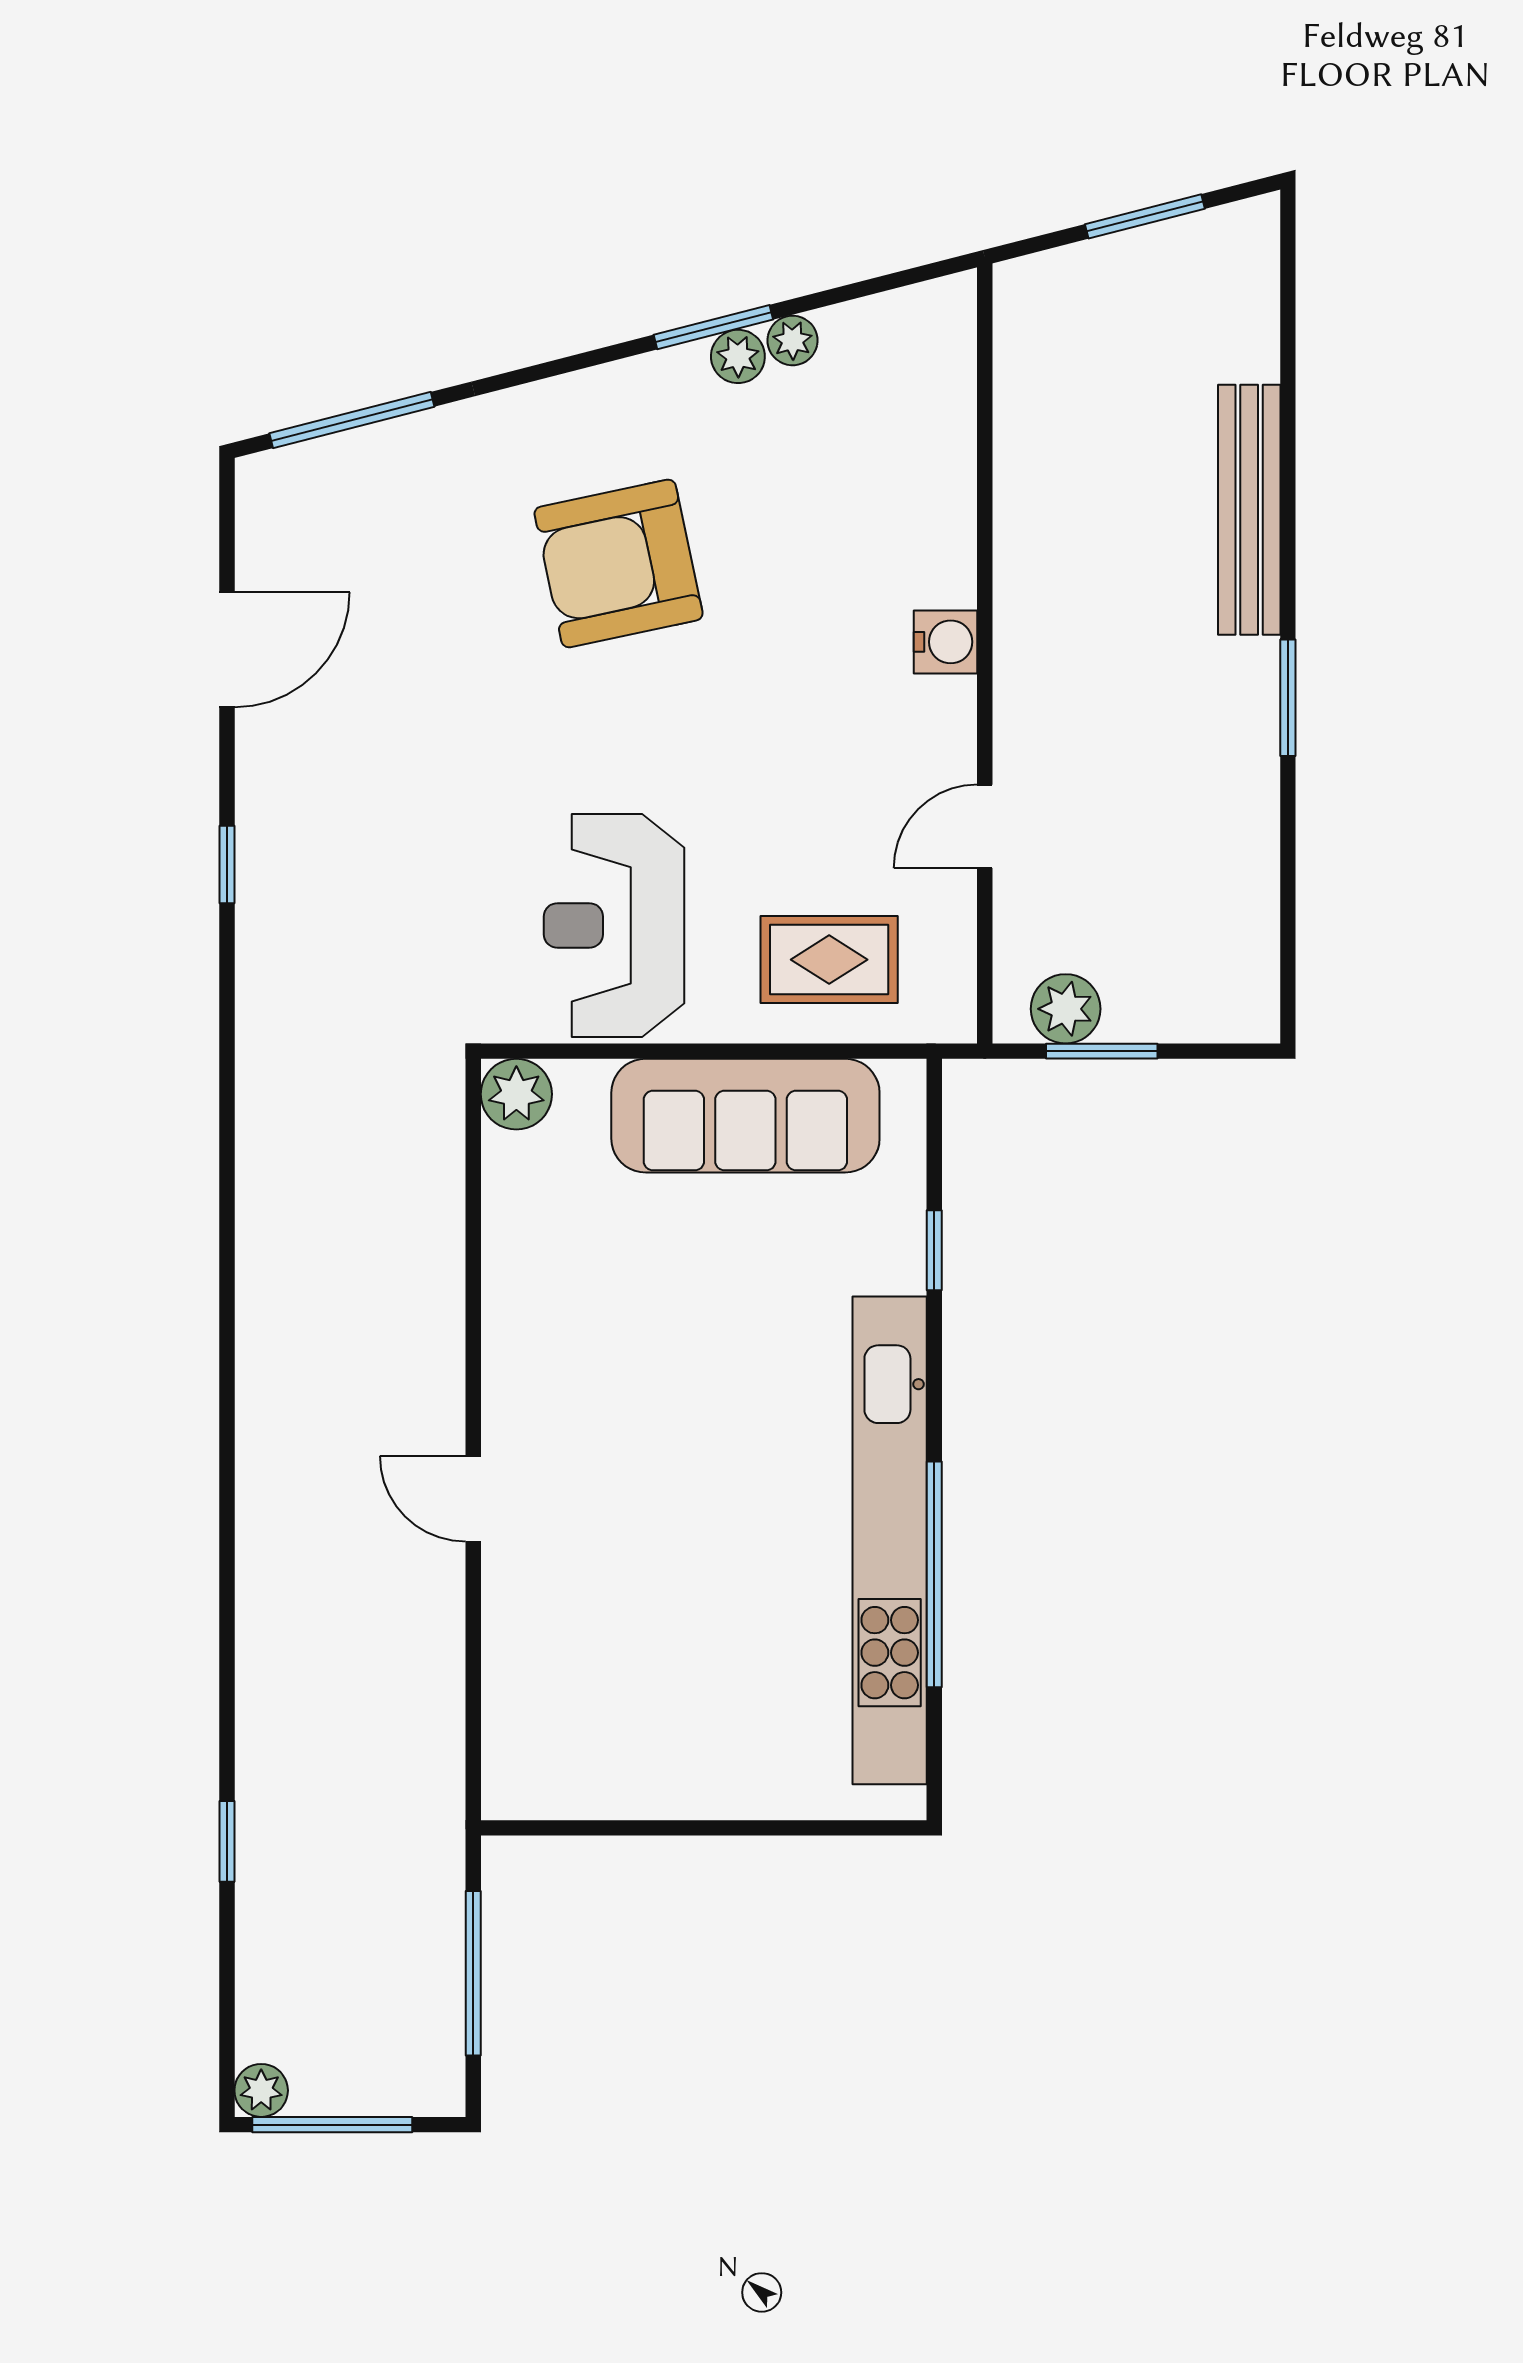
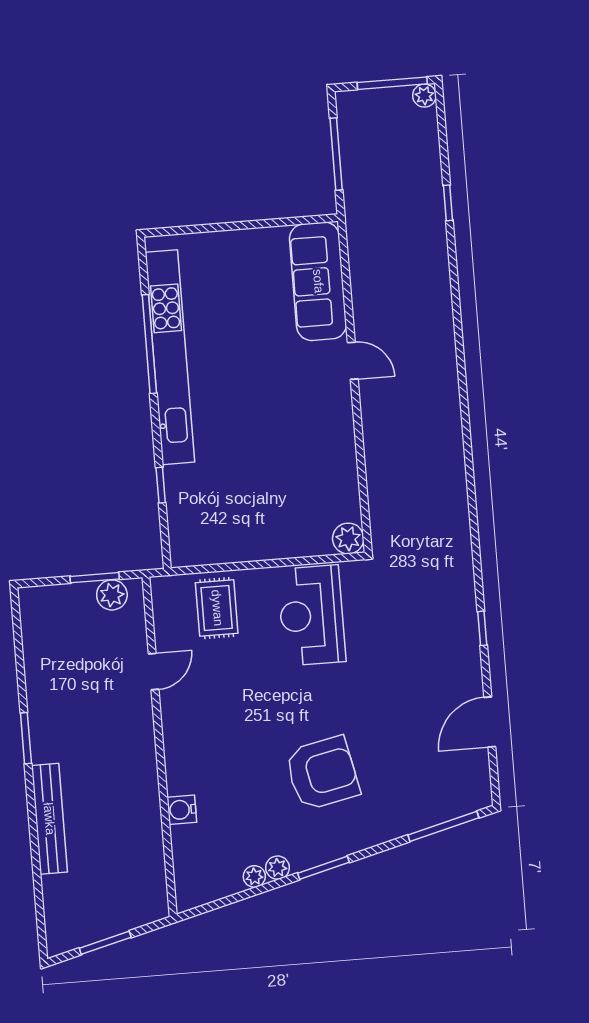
window: (713, 327) -> (323, 868), moved
water cooler: (946, 642) -> (182, 810), moved
reception desk: (614, 925) -> (312, 615), turned 180
rug: (829, 960) -> (217, 608), turned 90
sofa: (745, 1116) -> (318, 281), moved, turned -90

